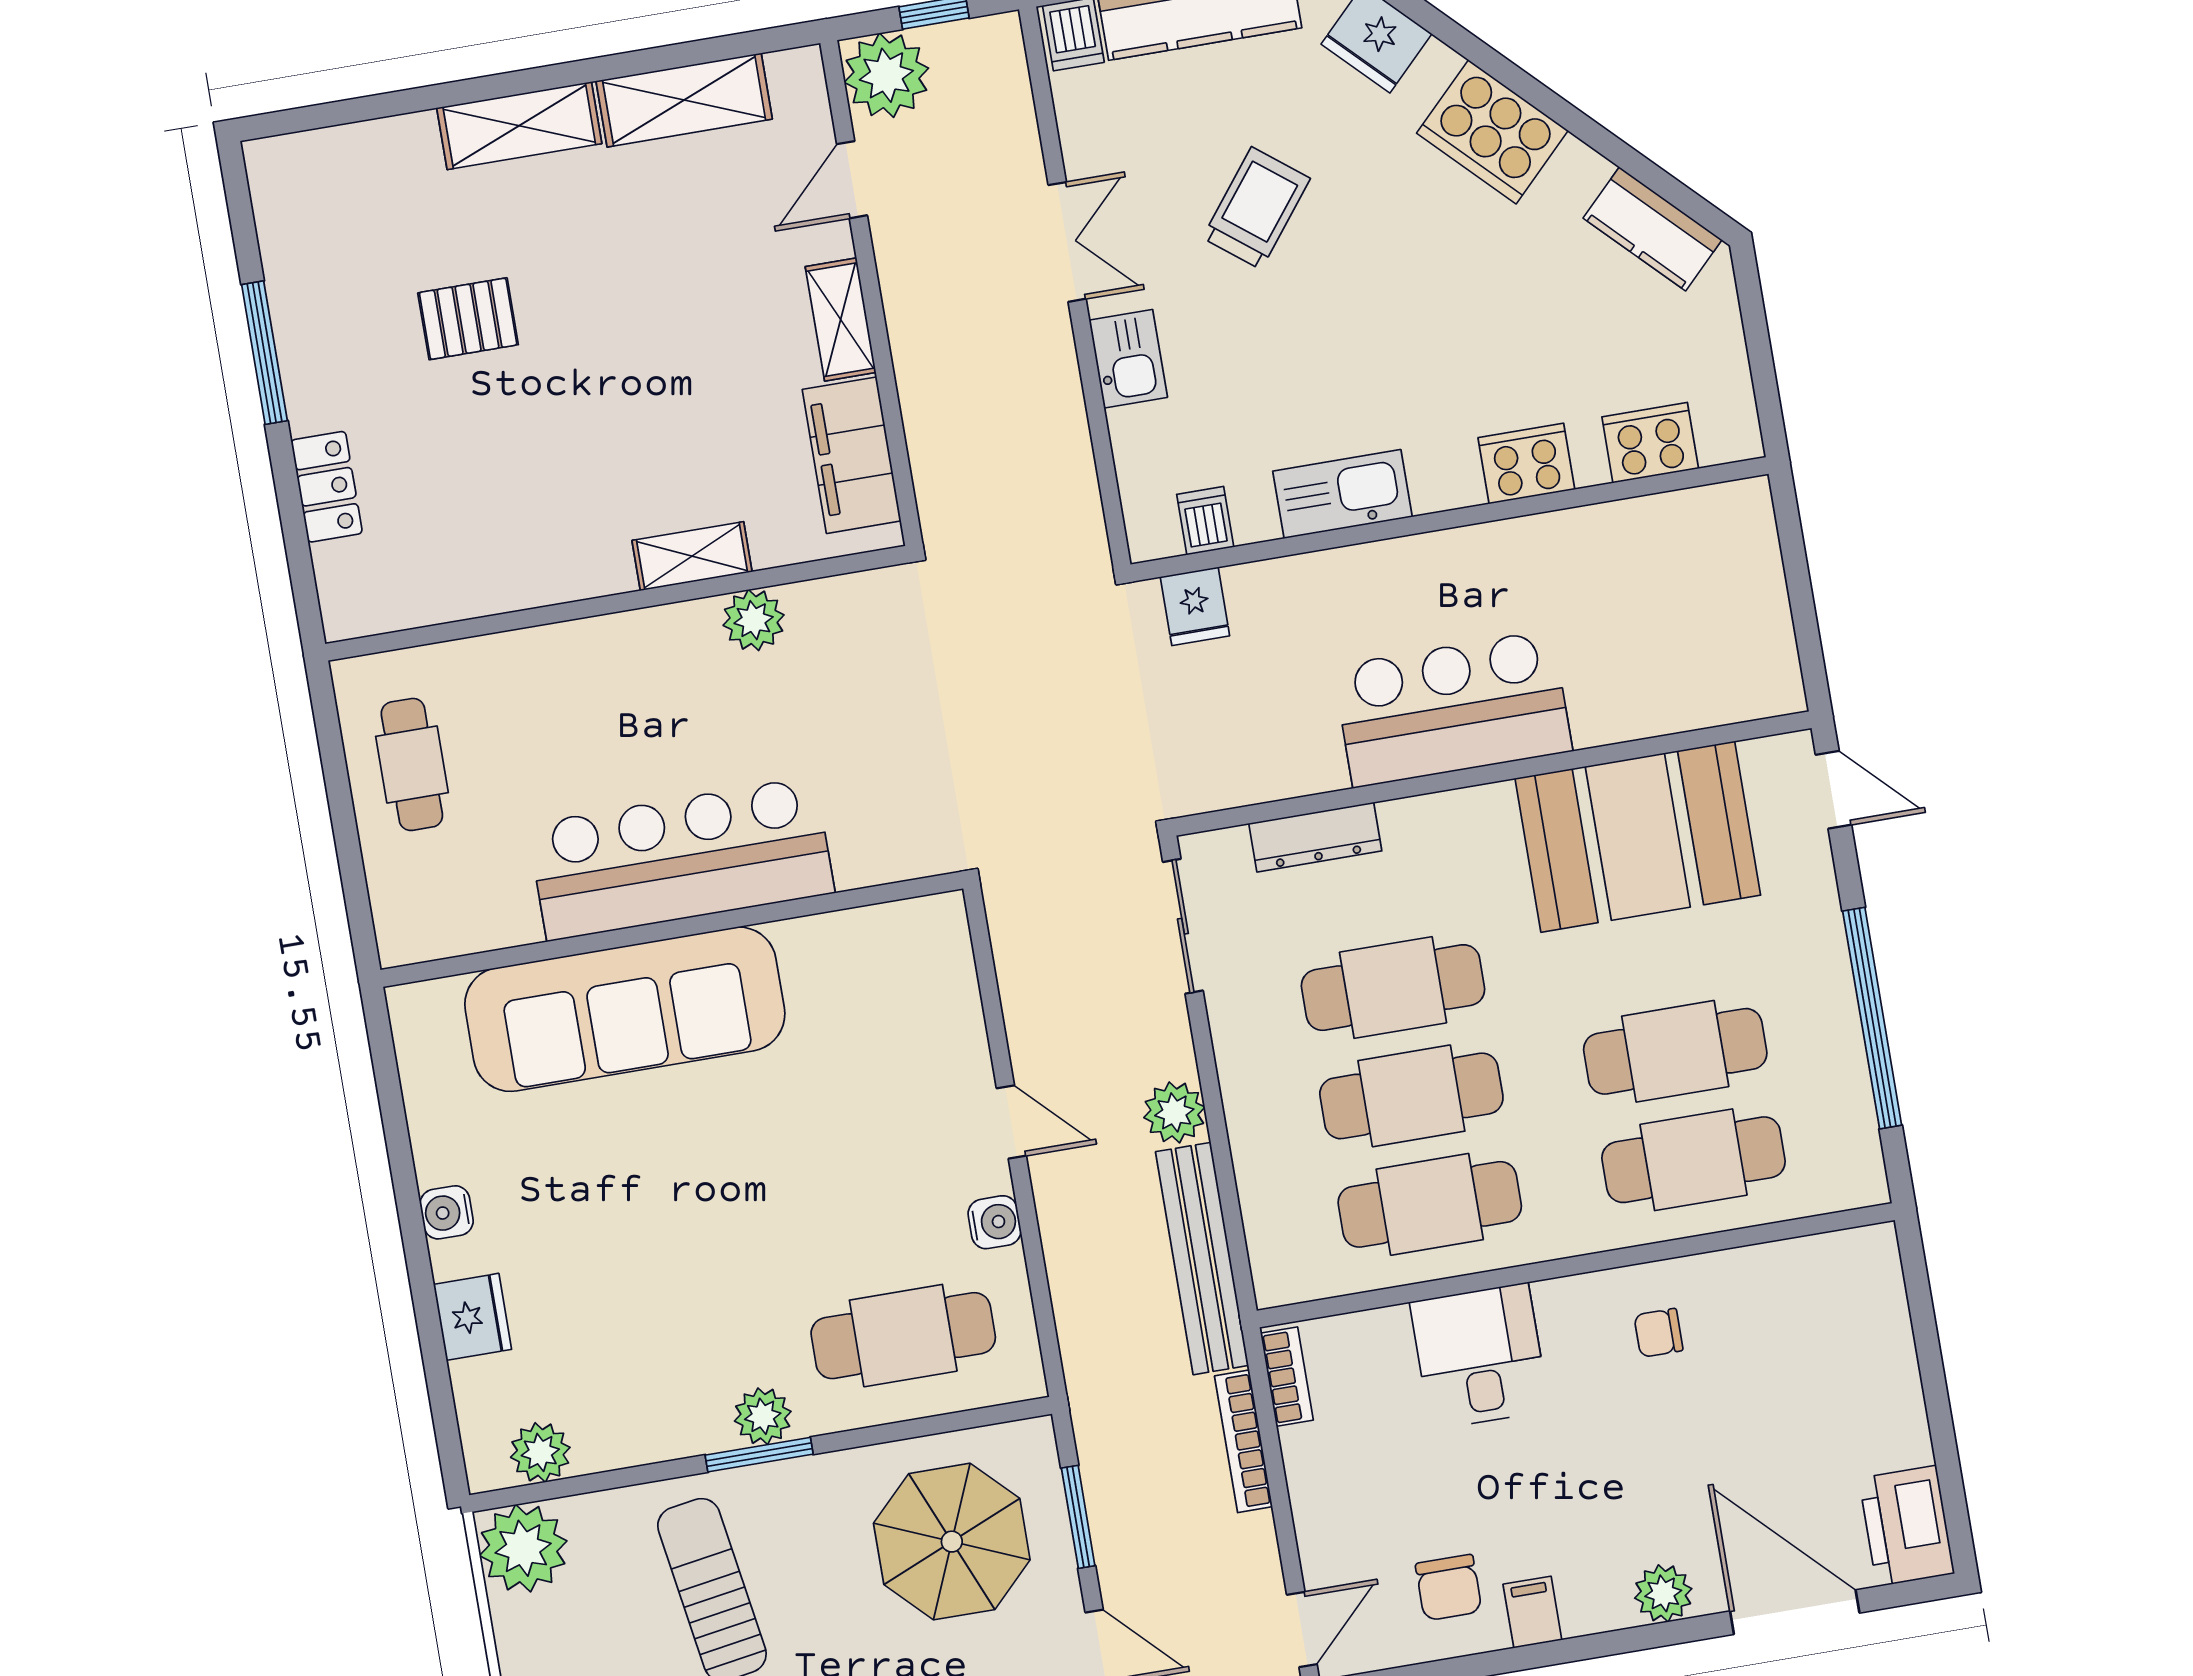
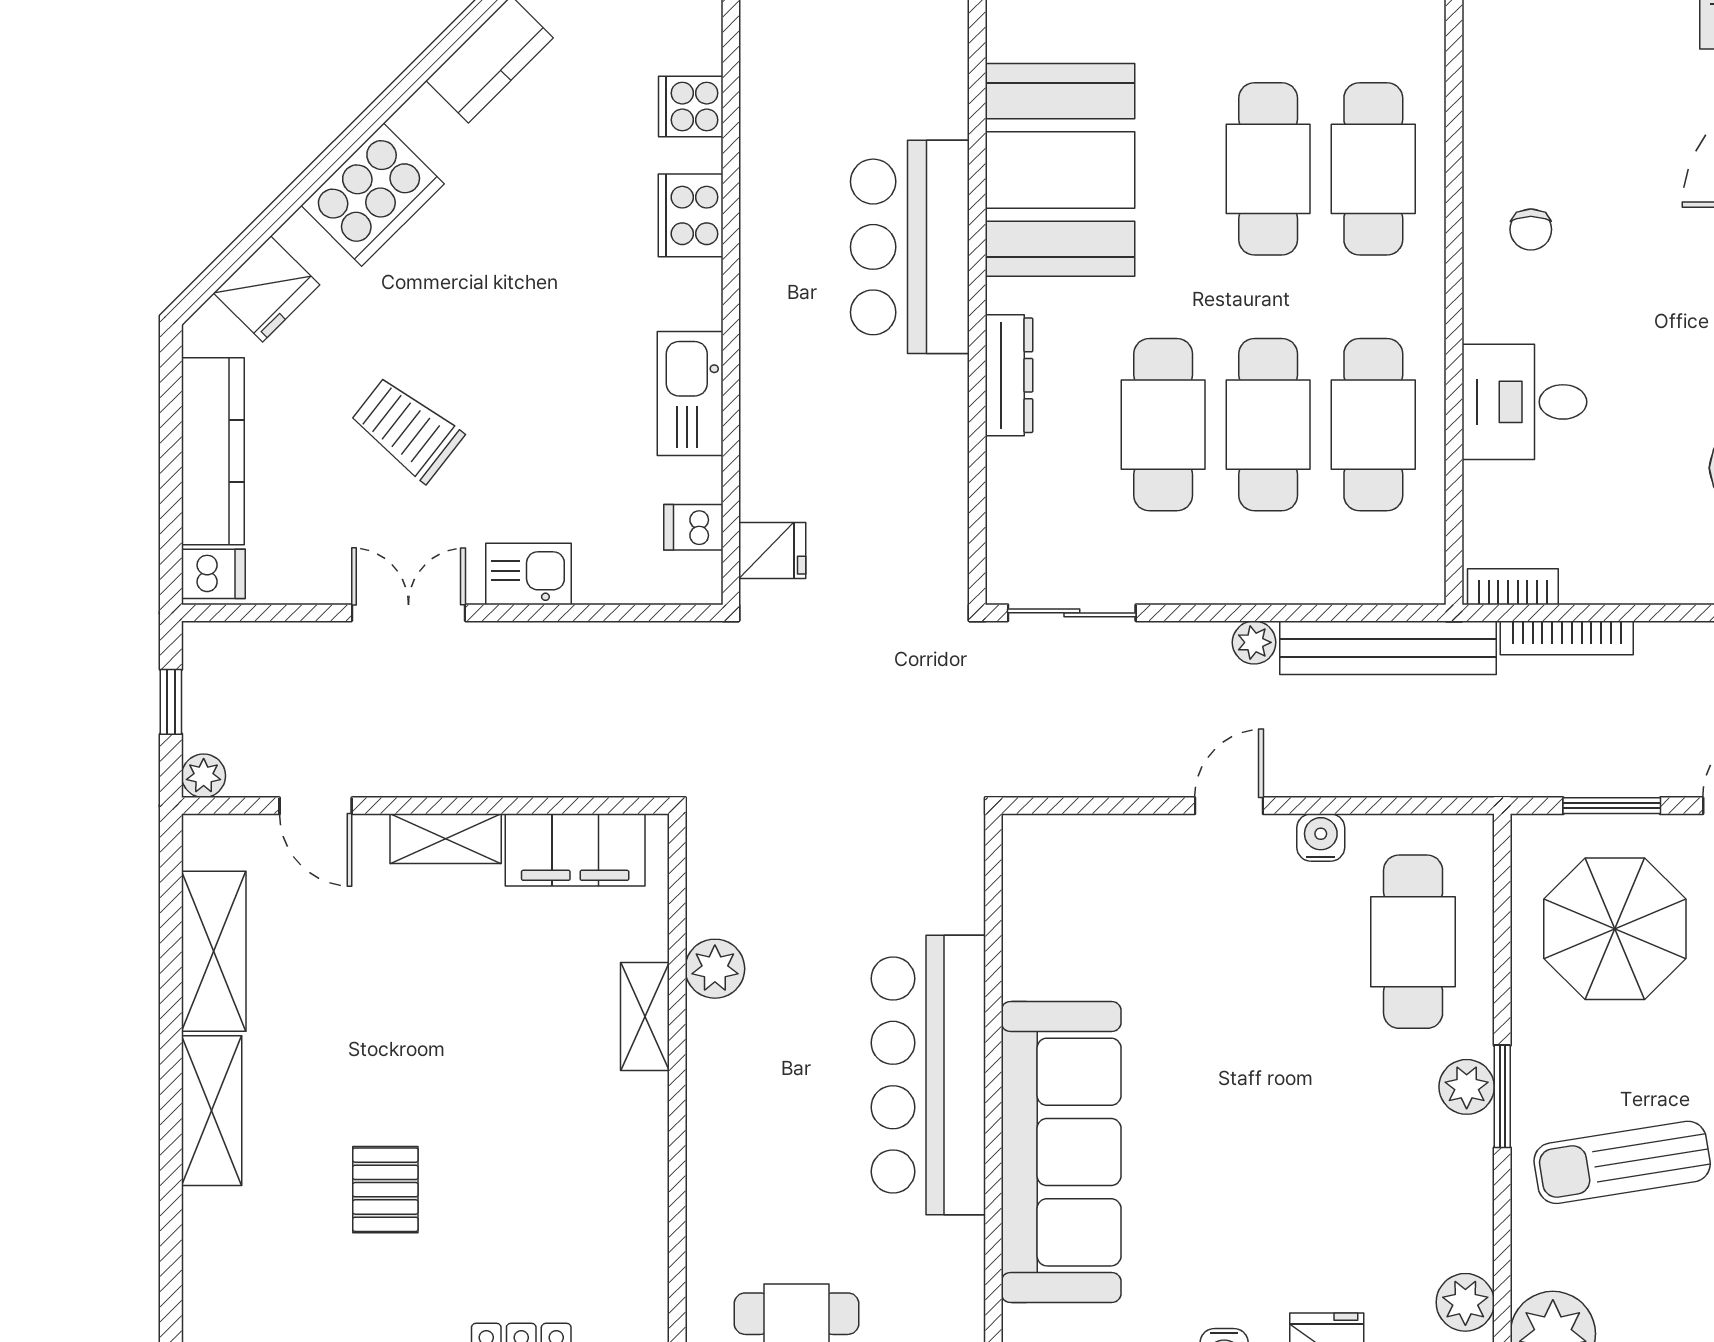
plant: (886, 75) -> (204, 776), width x0.53, depth x0.53
cooker: (1650, 443) -> (691, 107), width x0.73
bar counter: (1453, 709) -> (910, 247), moved
dresser: (1315, 837) -> (1009, 375), moved
plant: (1174, 1112) -> (1254, 642), width x0.73, depth x0.73

